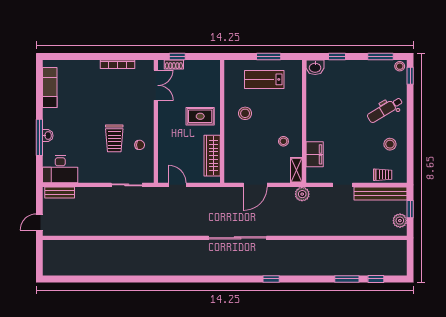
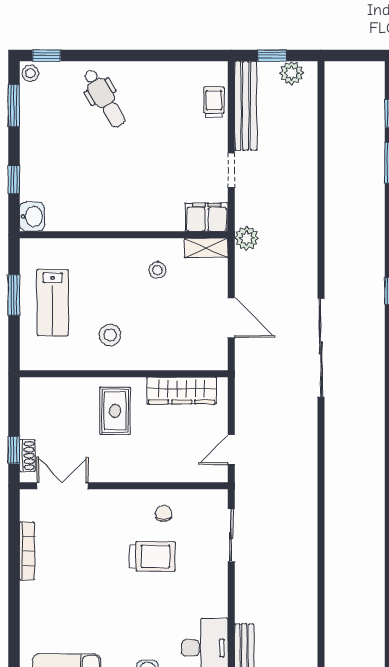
stool: (390, 144) -> (162, 90), removed
filing cabinet: (315, 154) -> (207, 217), moved

